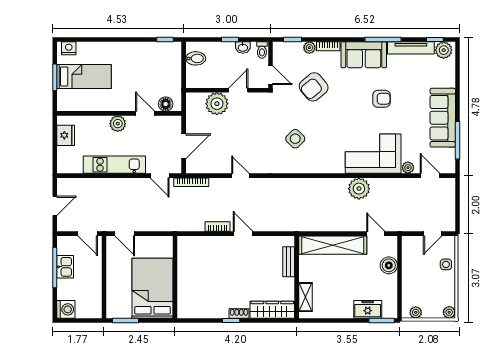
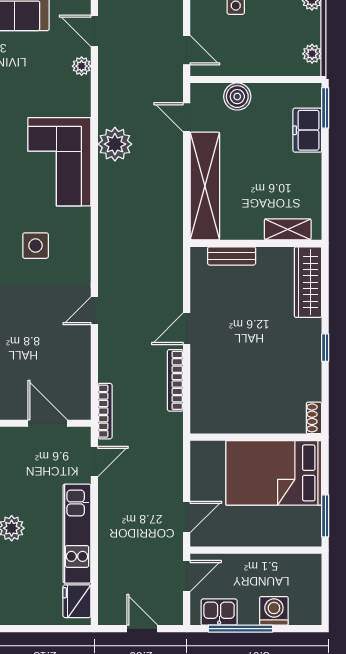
fridge: (66, 135) -> (77, 601), moved, turned -90
side table: (295, 139) -> (36, 246), turned 45
corner sofa: (373, 154) -> (59, 162), moved
door: (240, 176) -> (94, 311), moved
door: (430, 176) -> (94, 31), hinge flipped
bookcase: (218, 226) -> (175, 380), width x1.56
door: (376, 234) -> (187, 117), hinge flipped
door: (433, 234) -> (187, 50), moved
kitchen sink: (65, 267) -> (219, 612), moved
washing machine: (66, 309) -> (274, 611), moved
shoe rack: (239, 314) -> (314, 418), moved

